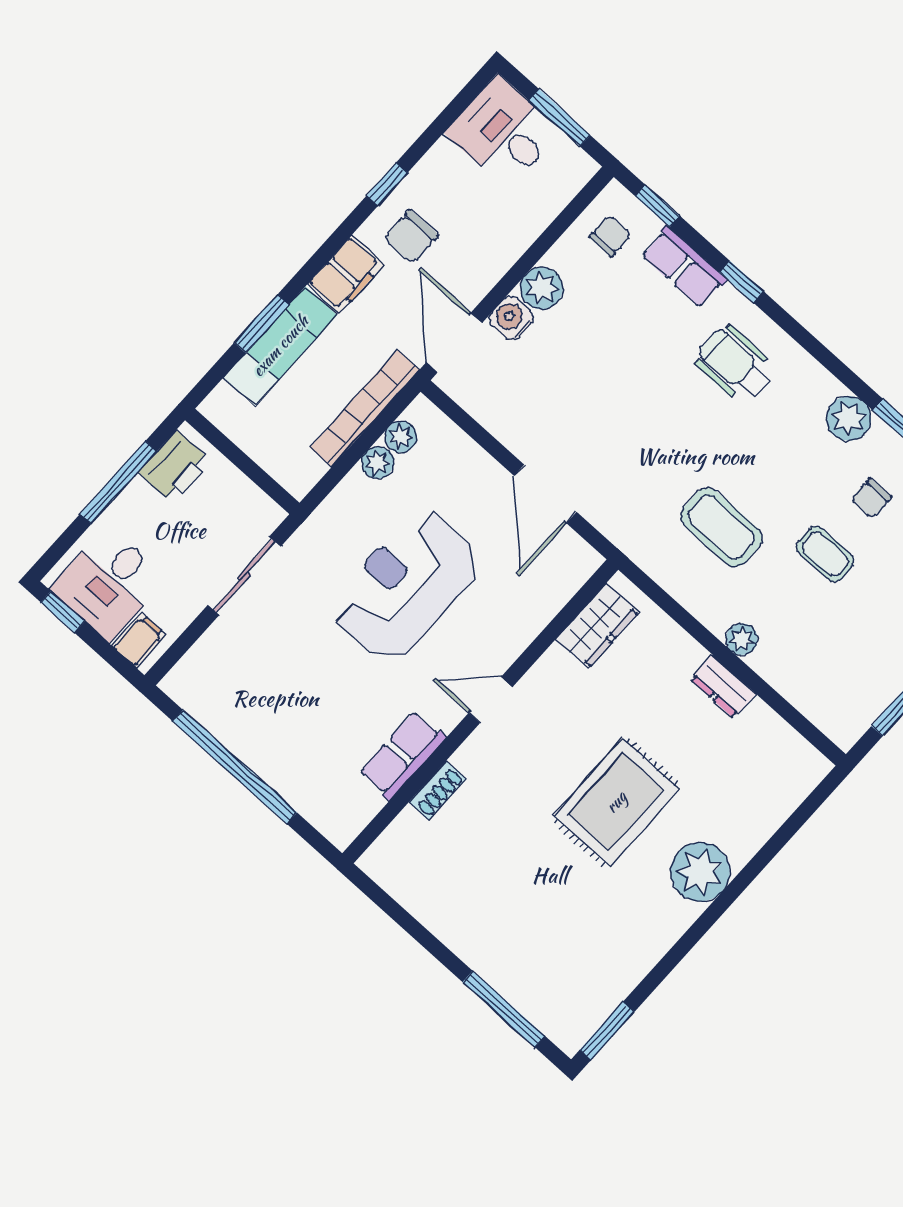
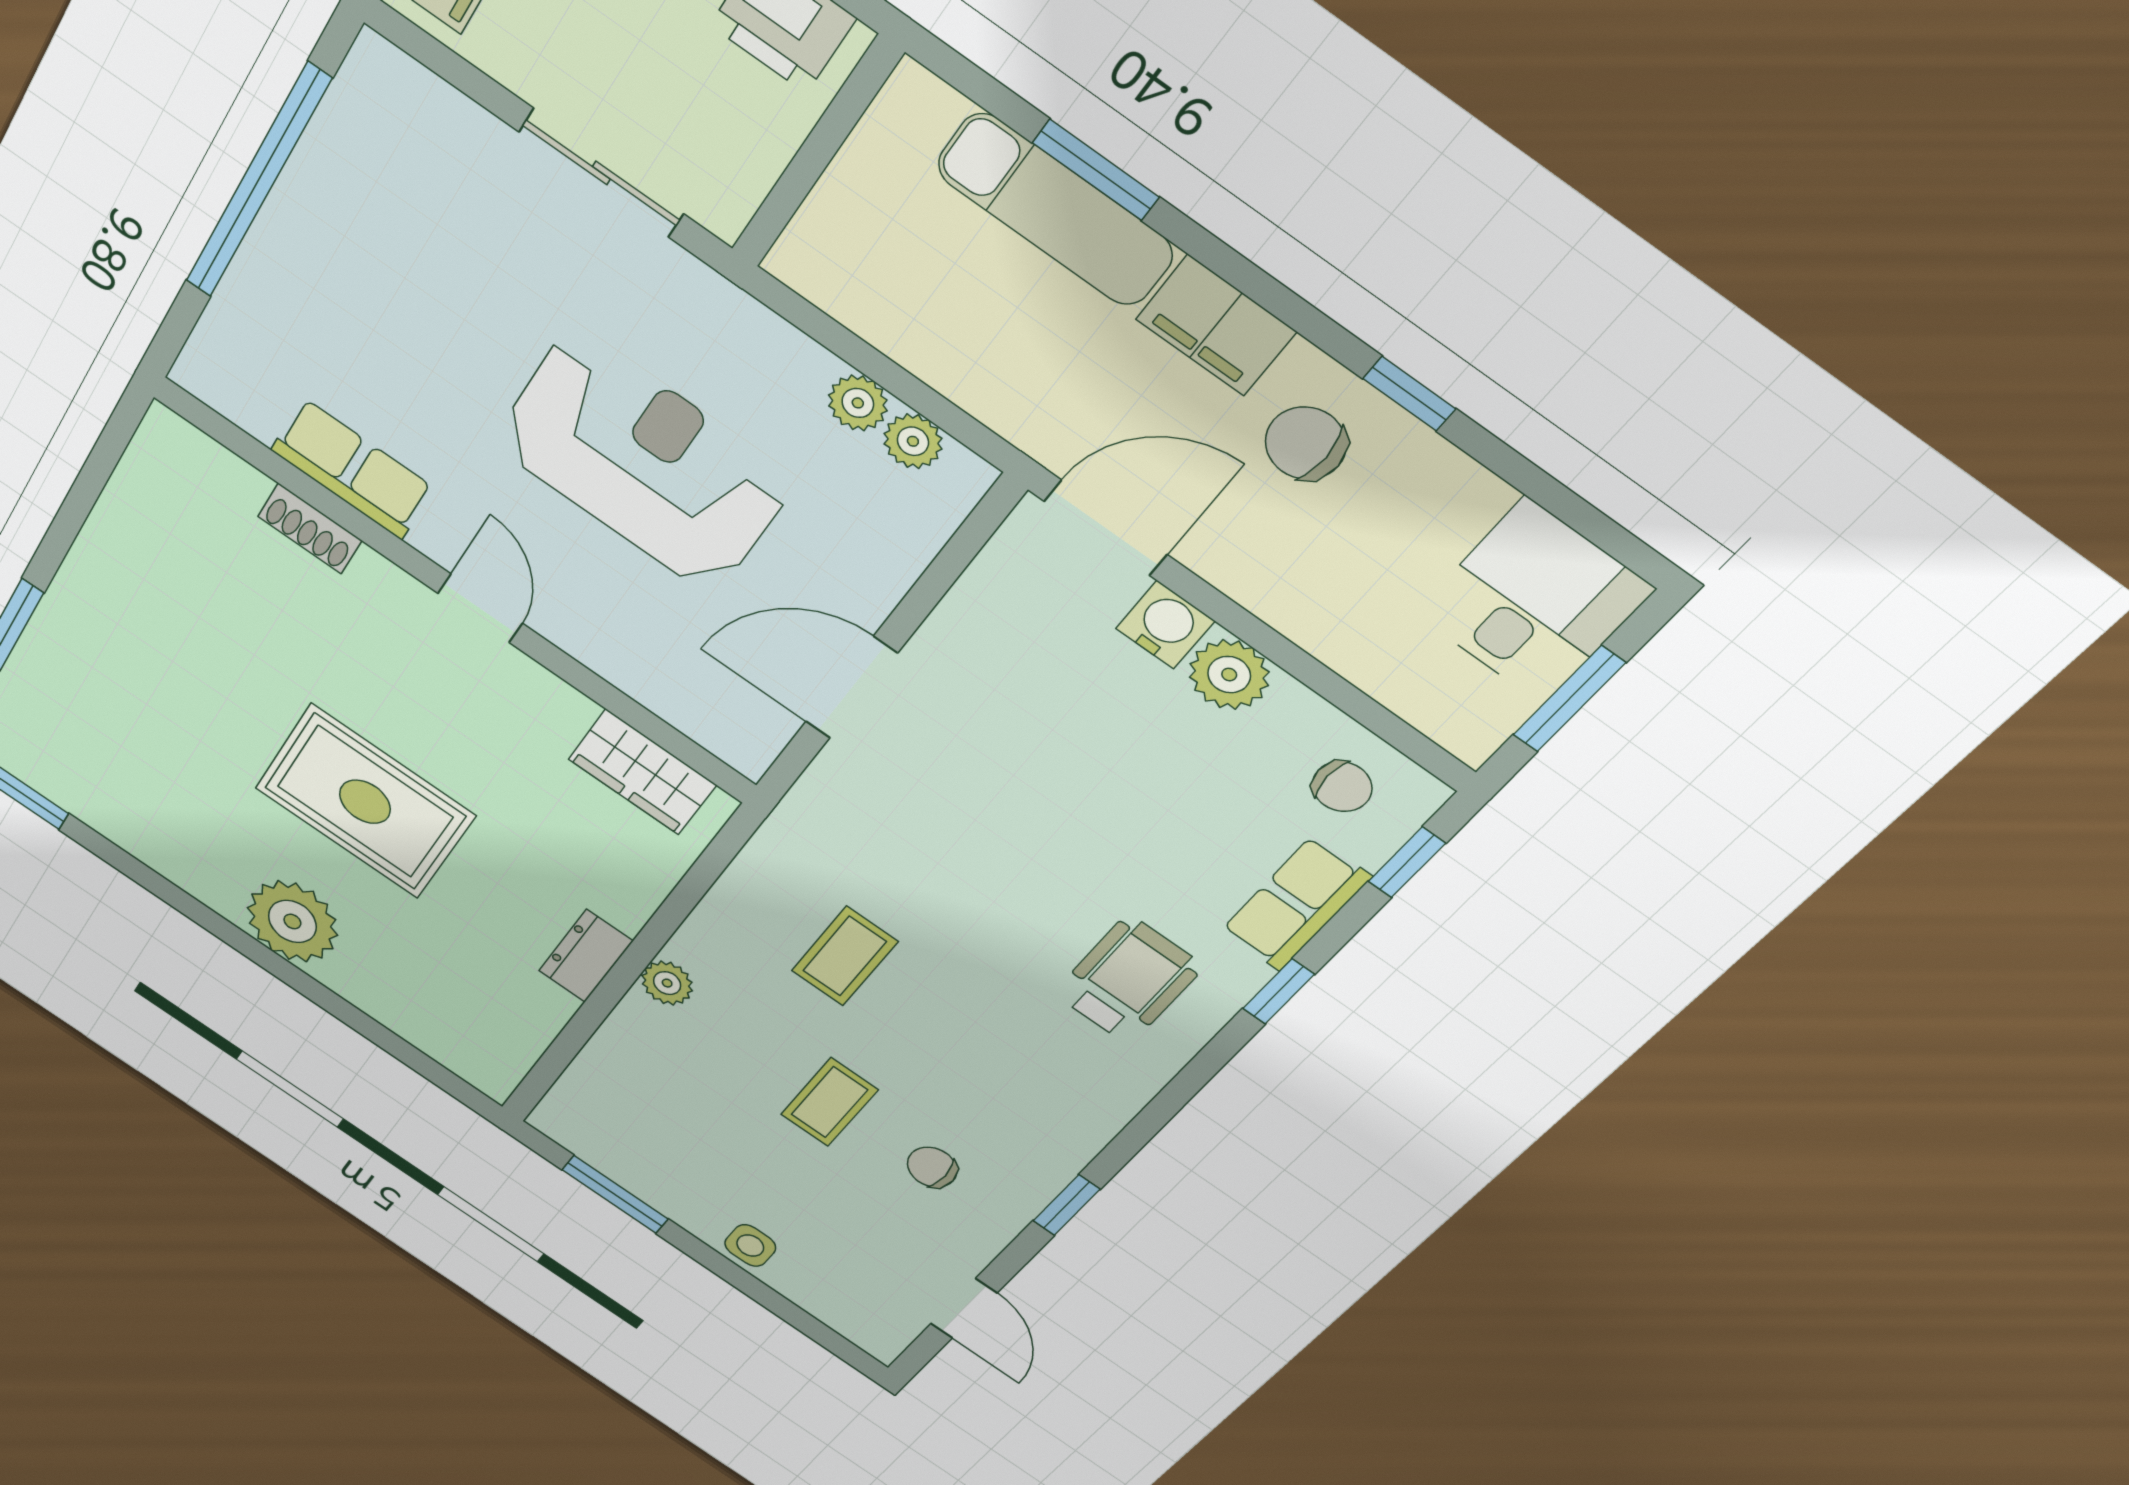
bookcase: (365, 409) -> (956, 374), removed
plant: (849, 418) -> (1060, 1141), removed
coffee table: (721, 527) -> (845, 956), width x0.73, depth x0.77

